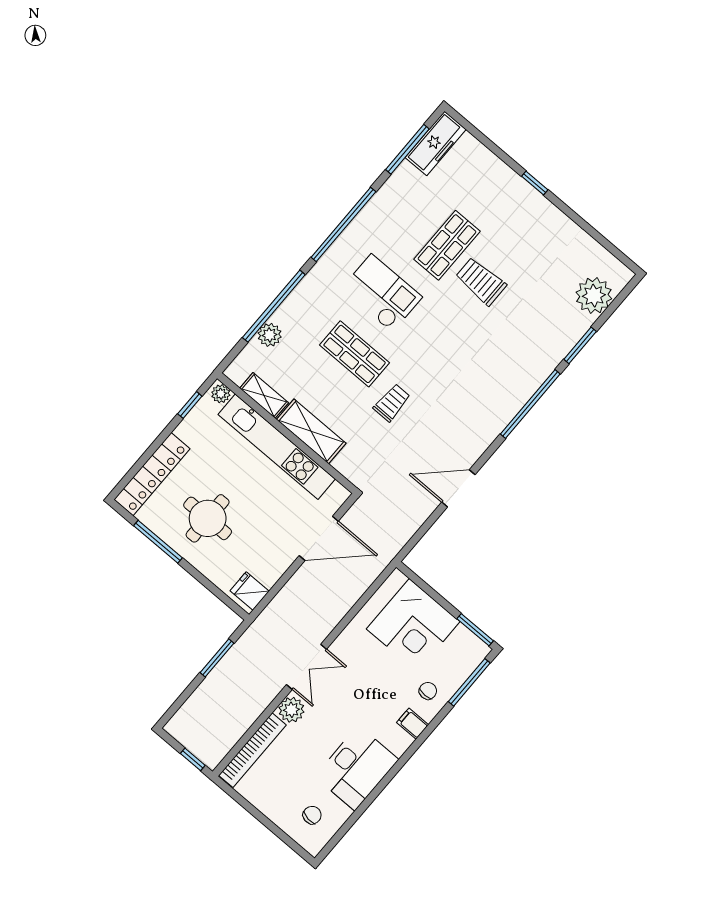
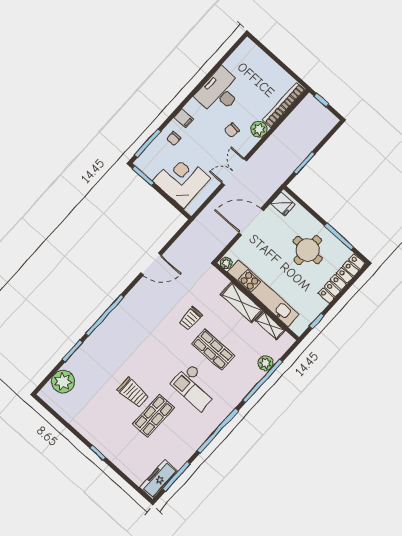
plant: (221, 394) -> (226, 263), moved
door: (319, 538) -> (251, 222), moved
double door: (307, 667) -> (234, 172), moved
chair: (312, 815) -> (232, 130), moved

